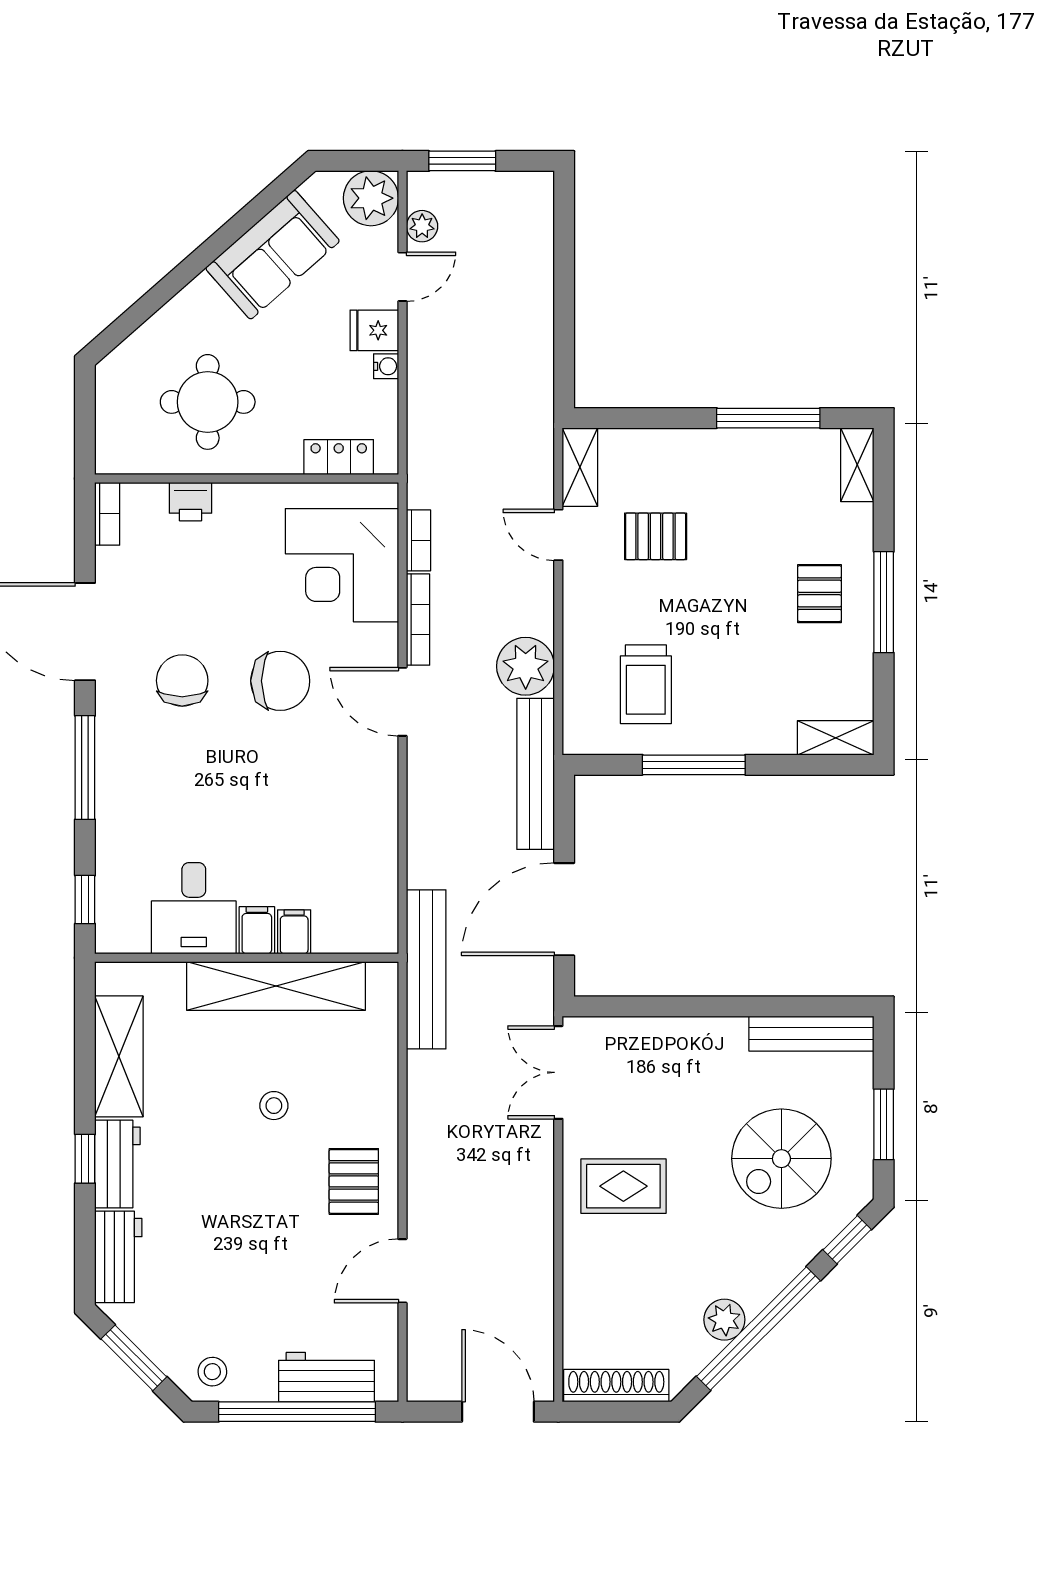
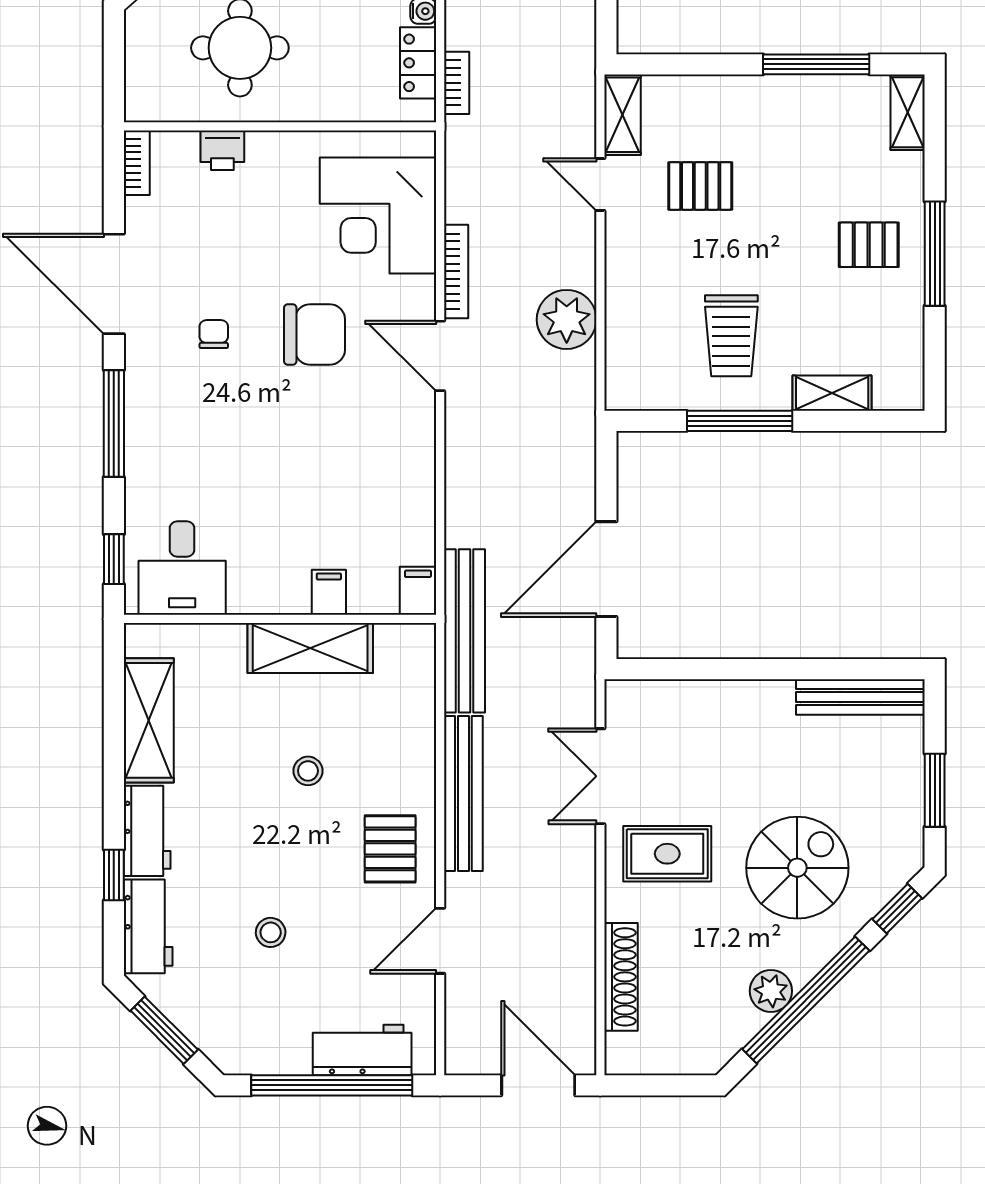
locker: (339, 457) -> (418, 63), moved, turned -90
bookcase: (419, 540) -> (457, 83), moved
pallet: (820, 594) -> (869, 245), turned 90
chair: (182, 681) -> (214, 334), width x0.54, depth x0.54
trolley: (646, 684) -> (731, 336), moved
shelving: (836, 738) -> (832, 393), moved
bench: (536, 774) -> (463, 794), moved
desk: (194, 908) -> (182, 568), moved
filing cabinet: (257, 930) -> (418, 591), moved
shelving: (276, 986) -> (310, 648), width x0.68
double door: (558, 1072) -> (600, 776), moved
window: (85, 1159) -> (114, 875), moved
spiral stairs: (781, 1159) -> (797, 868), moved, turned 180
stool: (212, 1372) -> (271, 932), moved
shoe rack: (616, 1386) -> (621, 977), moved, turned 90

